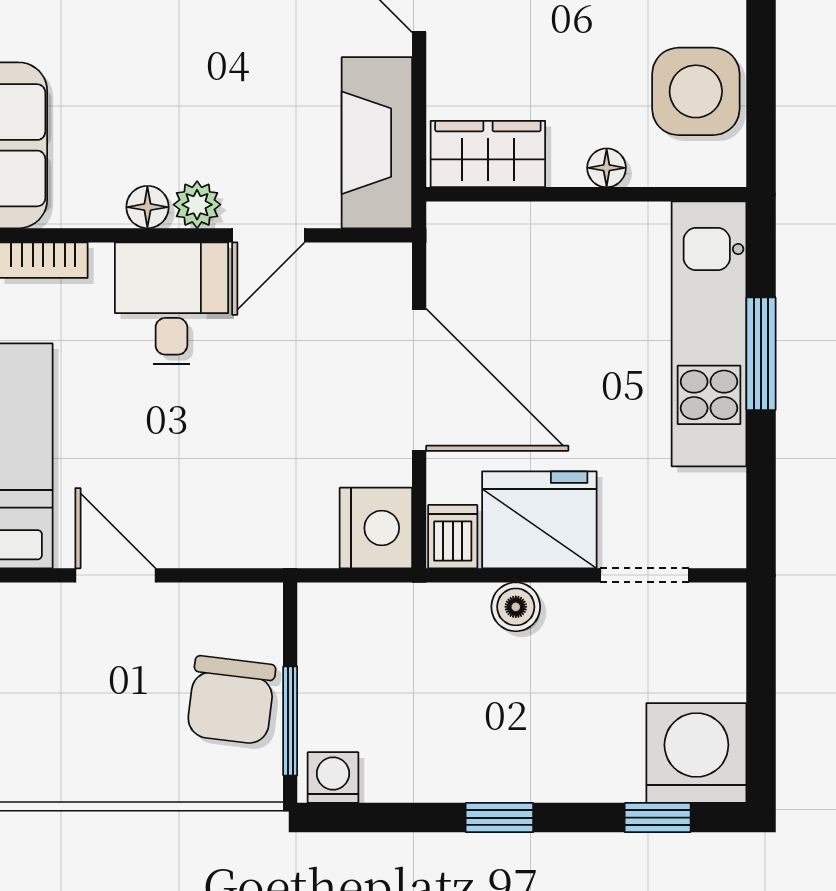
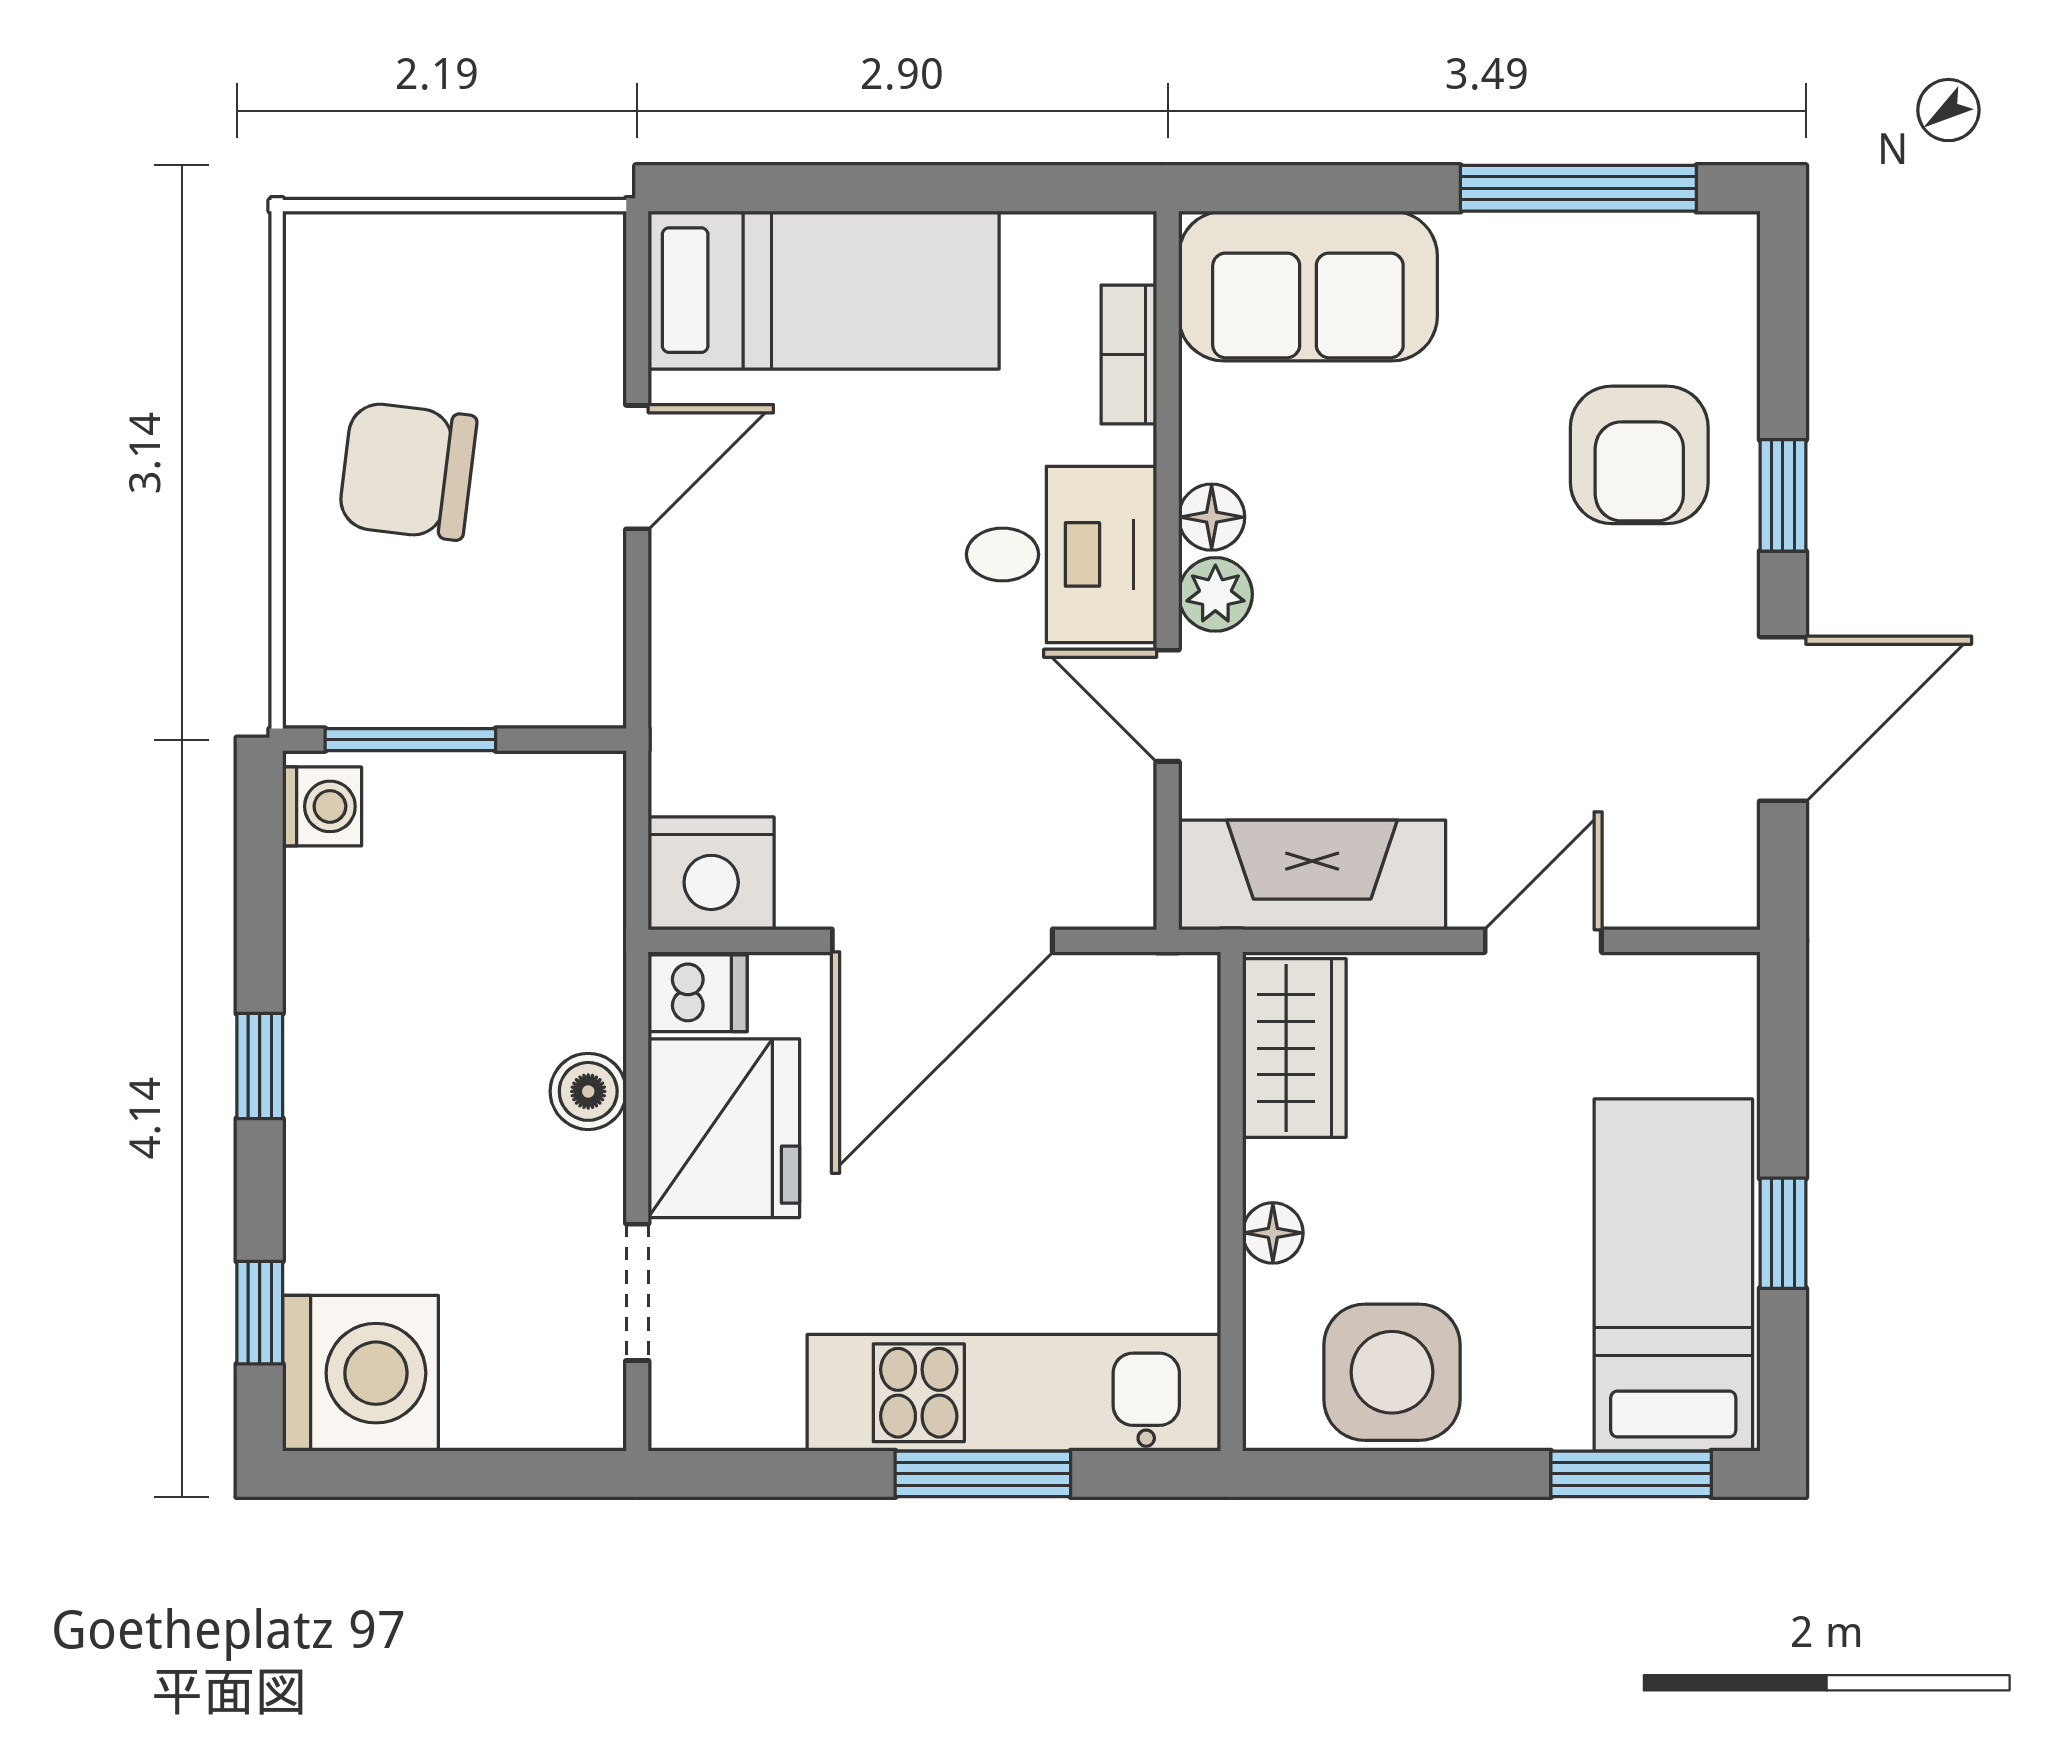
chair: (231, 700) -> (408, 471), moved

